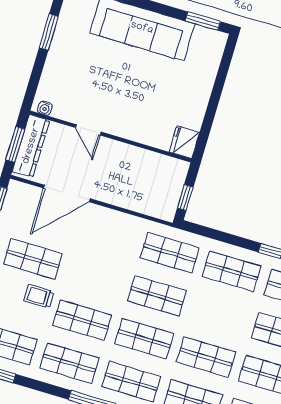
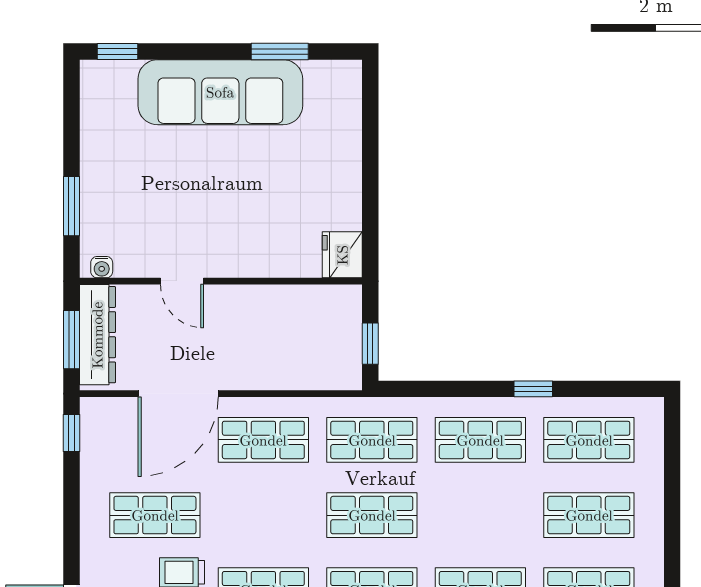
window: (203, 21) -> (280, 52), moved
window: (49, 32) -> (71, 206), moved
shop shelf: (108, 234) -> (263, 440), added

